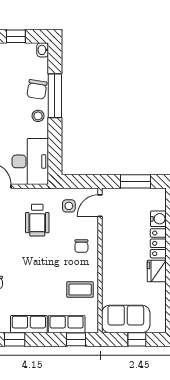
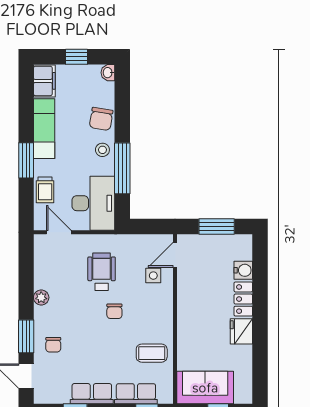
window: (55, 96) -> (122, 168), moved
side table: (69, 206) -> (153, 276), moved
wheelchair: (37, 220) -> (102, 272), turned 180
chair: (81, 246) -> (114, 311), moved

